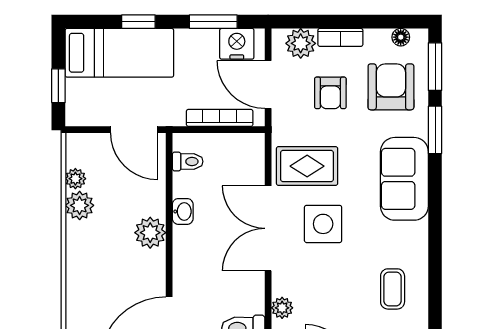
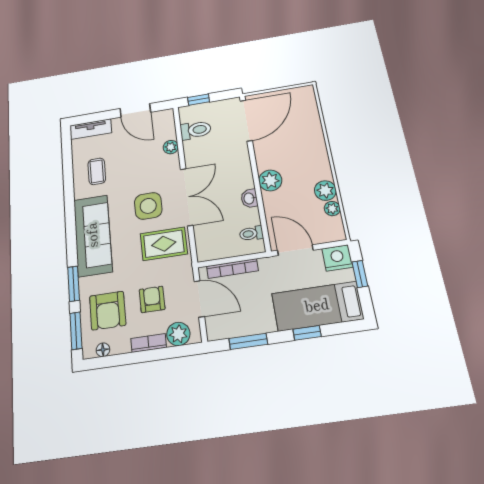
nightstand: (237, 44) -> (337, 258), moved, turned 180
sofa: (404, 179) -> (93, 235), width x1.36

